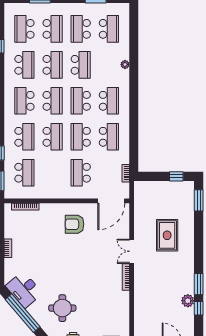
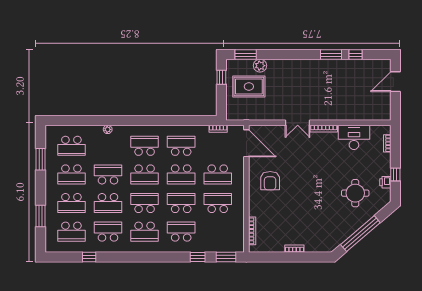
school desk: (53, 29) -> (71, 203), turned 180
school desk: (109, 29) -> (71, 146), turned 180
school desk: (53, 65) -> (108, 203), turned 180
school desk: (24, 173) -> (218, 203), moved
rug: (167, 235) -> (249, 87), moved
desk: (24, 289) -> (354, 137), moved, turned -139
plant: (188, 301) -> (260, 66), moved

